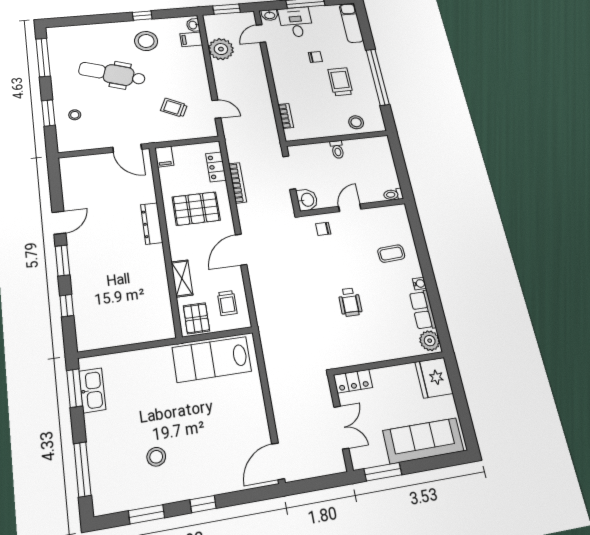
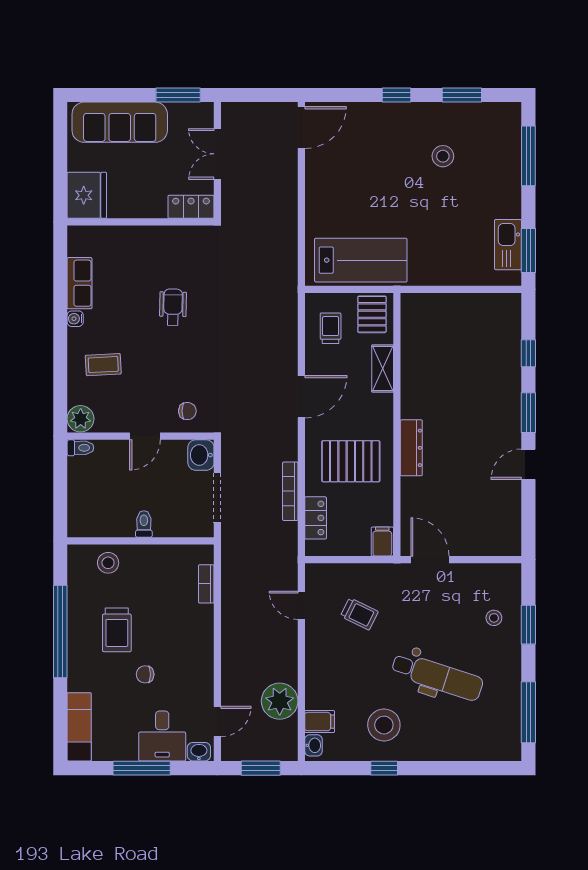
plant: (430, 341) -> (81, 419), moved

